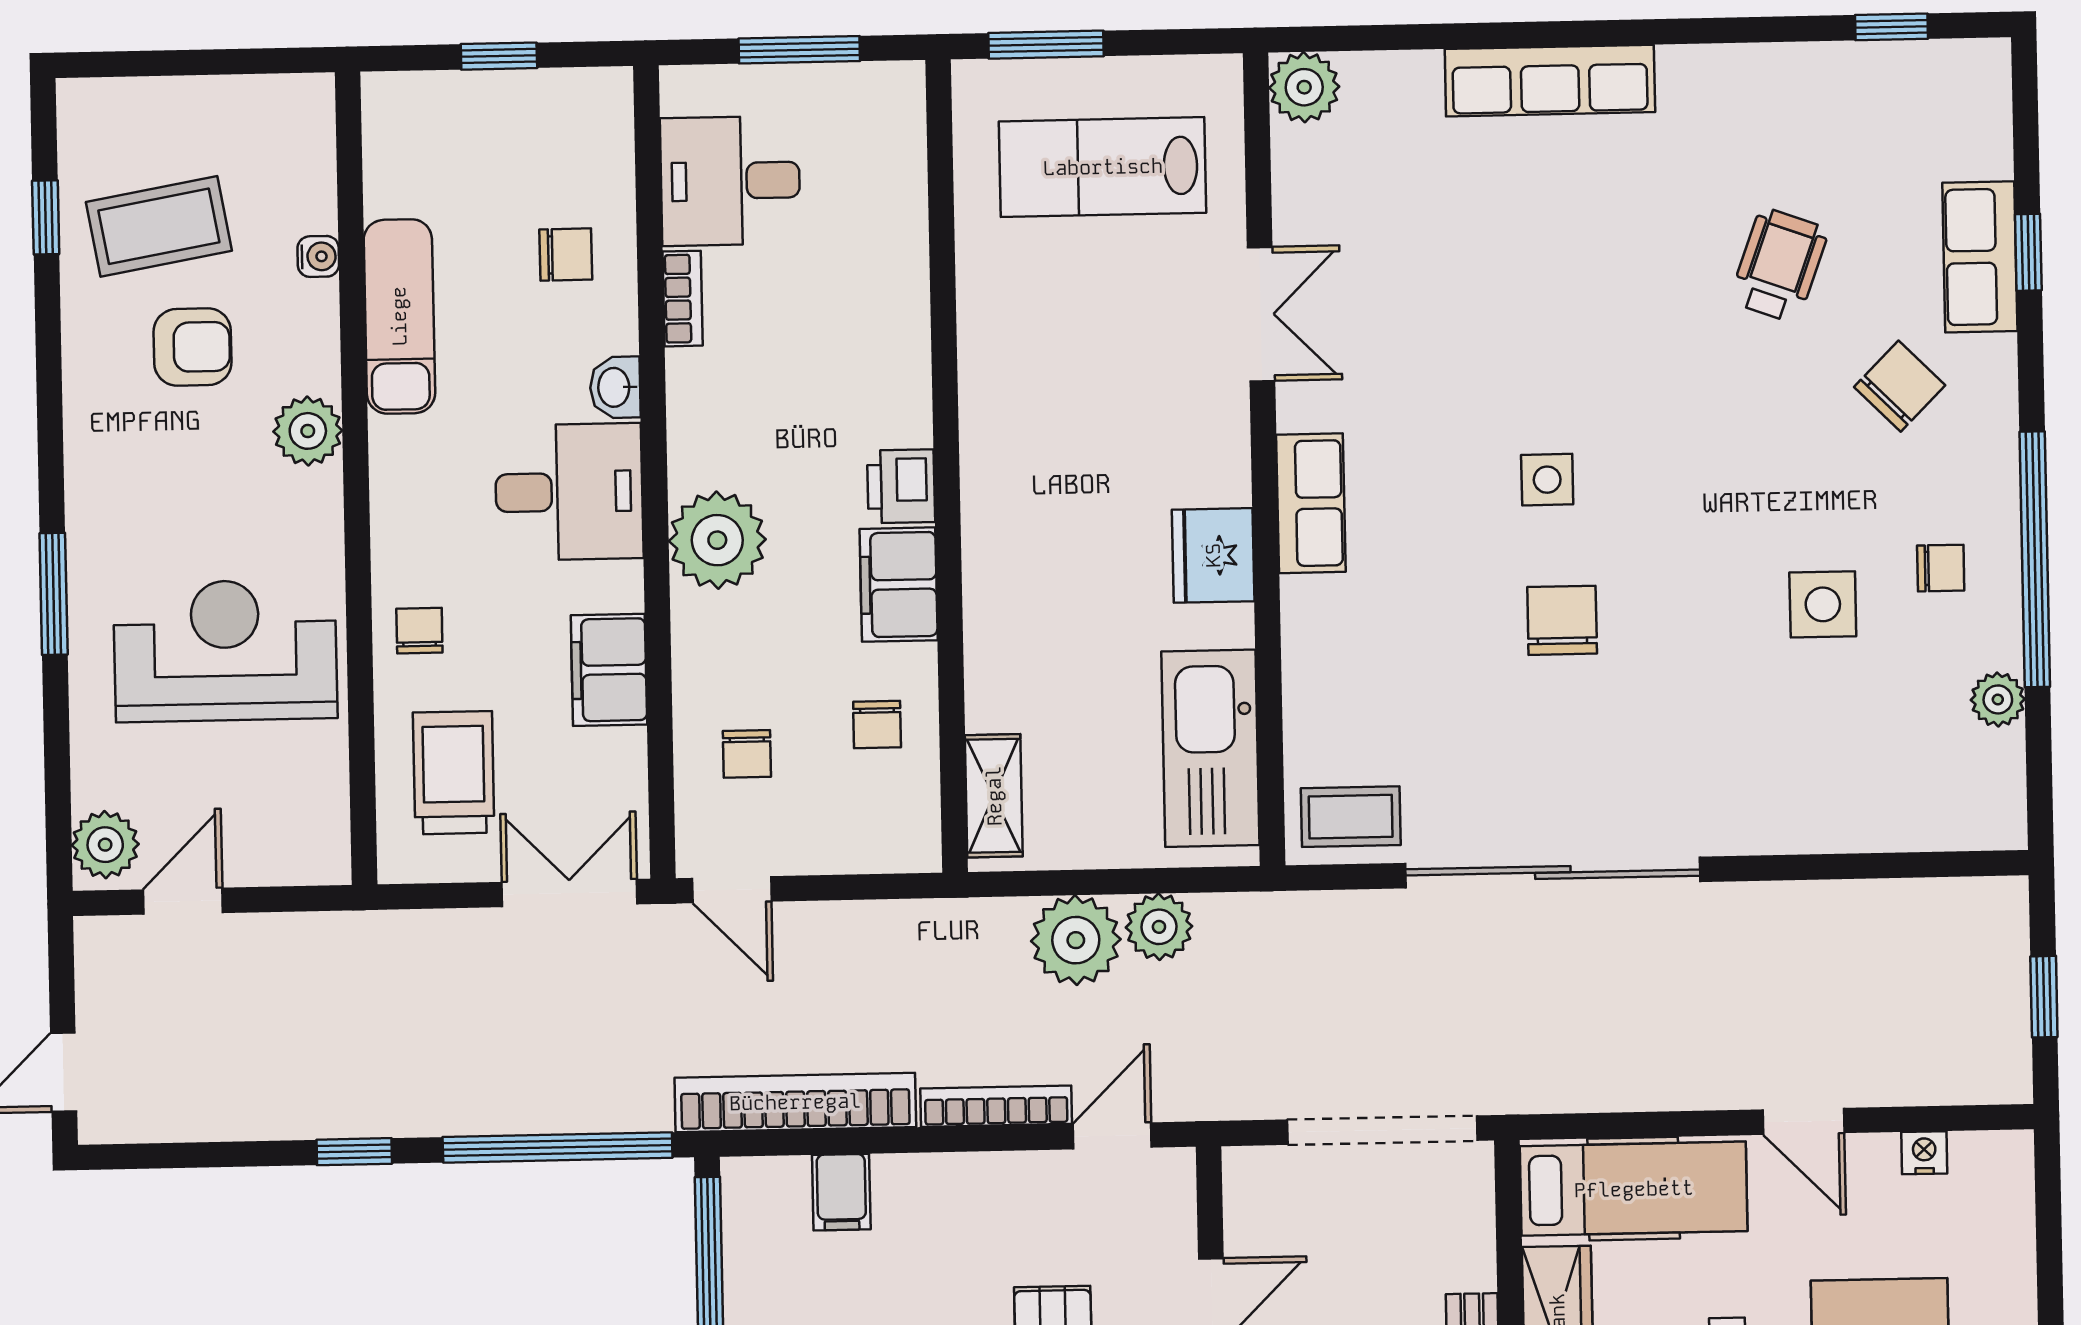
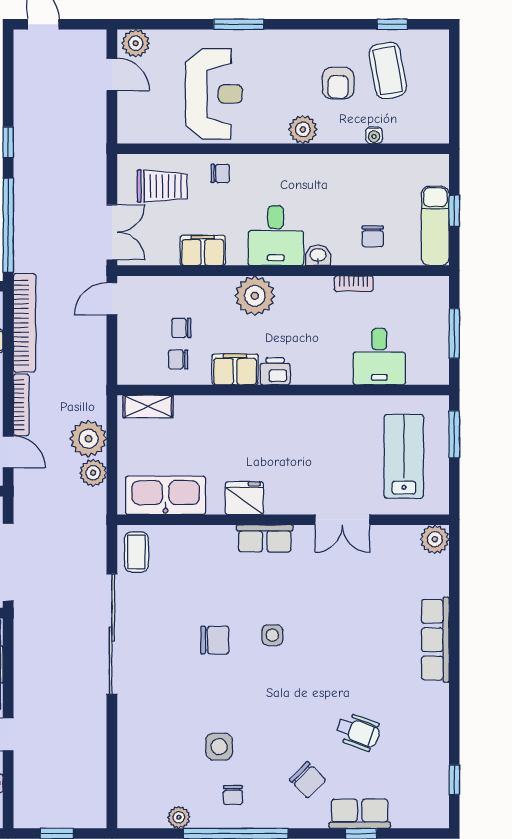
desk: (730, 181) -> (379, 357), moved, turned 180
exam couch: (399, 316) -> (435, 226), moved, turned 90
chair: (747, 754) -> (181, 328), moved

